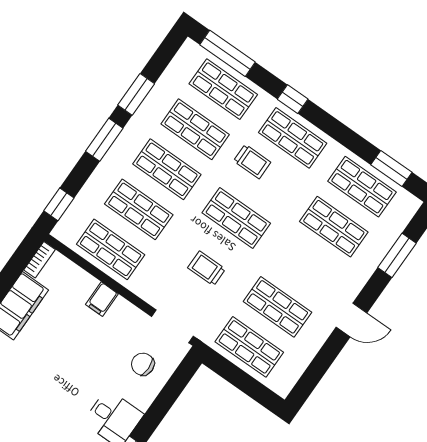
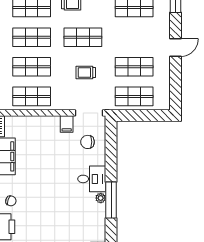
filing cabinet: (102, 299) -> (67, 124), moved

